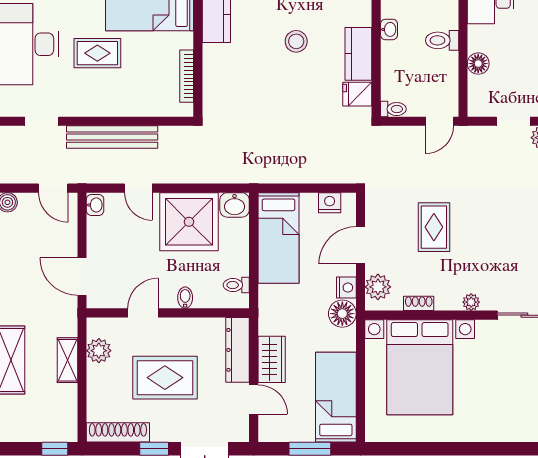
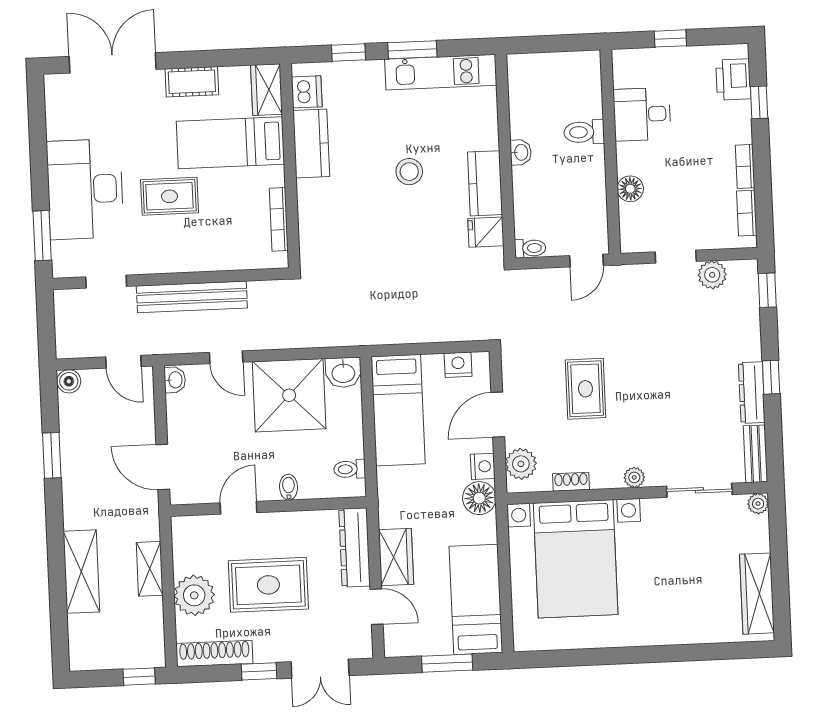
toilet: (442, 40) -> (584, 132), moved
plant: (99, 351) -> (194, 595), moved, width x1.36, depth x1.36

